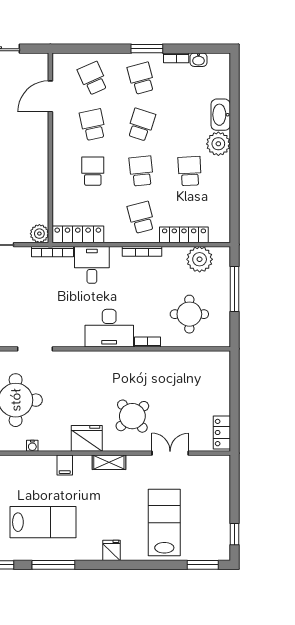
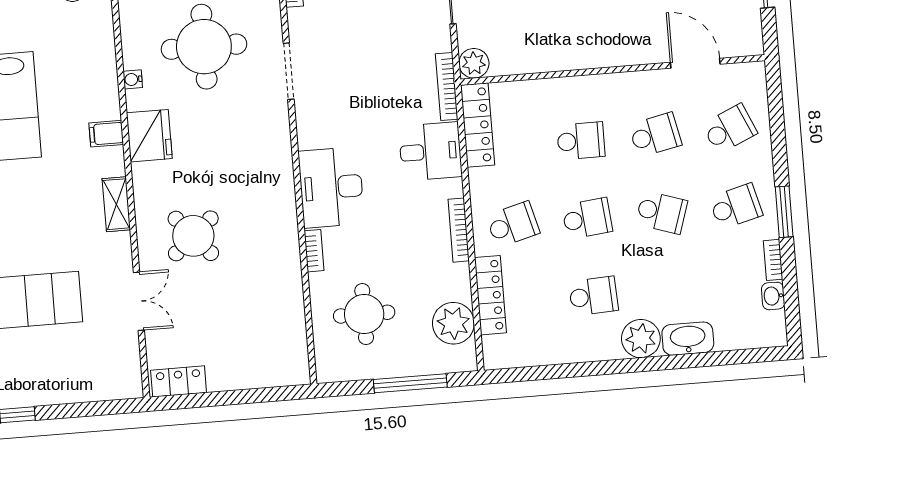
fridge: (87, 438) -> (149, 136), moved

